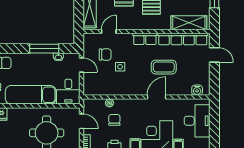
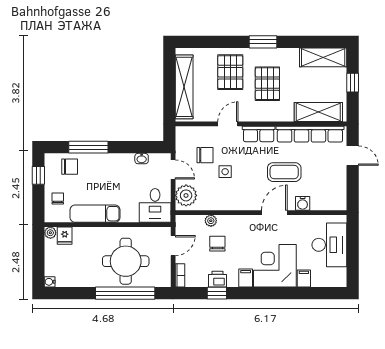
door: (109, 31) -> (228, 124), moved
window: (44, 49) -> (88, 147), moved
plant: (91, 84) -> (186, 195), added
water cooler: (197, 90) -> (303, 203), moved
exam couch: (31, 95) -> (95, 214), width x0.73, depth x0.69
door: (82, 121) -> (173, 246), hinge flipped

